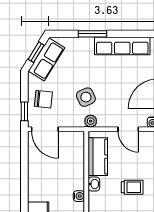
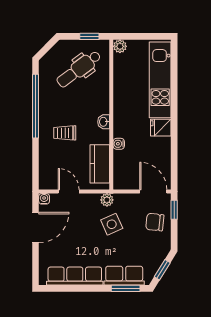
window: (92, 34) -> (126, 288), moved
row of seats: (46, 59) -> (124, 276), moved, turned 58
washbasin: (94, 184) -> (104, 122), moved
fridge: (38, 192) -> (161, 128), added
water cooler: (79, 196) -> (119, 144), moved

